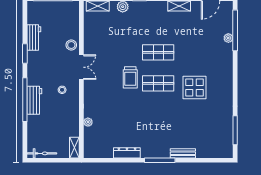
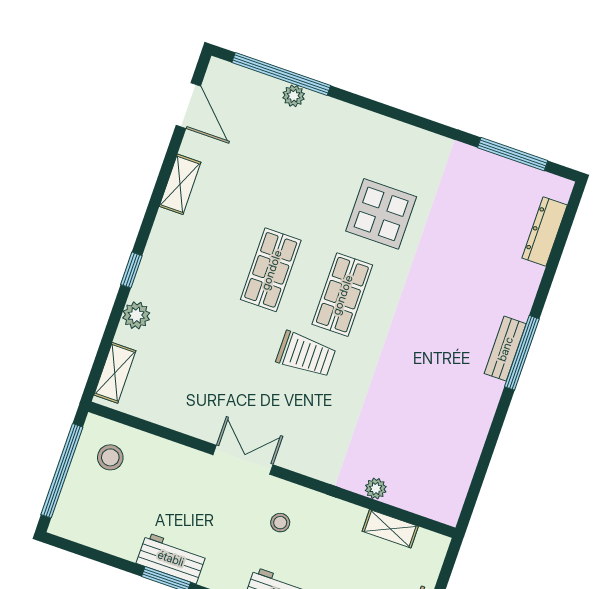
workbench: (34, 38) -> (171, 558), moved
stool: (71, 45) -> (110, 457), moved
shelving: (74, 148) -> (390, 529), moved
dresser: (127, 153) -> (545, 232), moved
bench: (183, 153) -> (505, 349), moved

